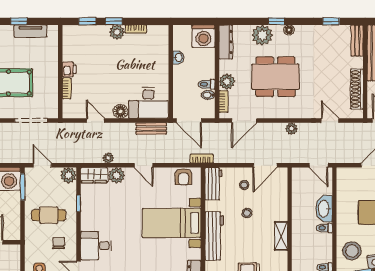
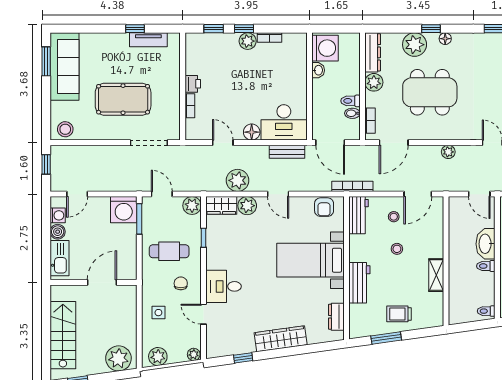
washing machine: (203, 36) -> (325, 48), moved, turned -90
plant: (227, 81) -> (374, 82), moved
plant: (108, 158) -> (238, 180), width x1.87, depth x1.87
bookcase: (202, 159) -> (352, 186), width x1.56
workbench: (214, 236) -> (359, 283), width x0.73

